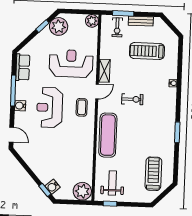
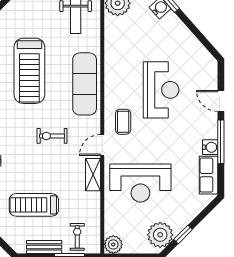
treadmill: (147, 51) -> (34, 205), turned 180
water cooler: (20, 106) -> (210, 147), moved
reception desk: (50, 107) -> (161, 90), moved
door: (11, 135) -> (221, 101), moved
treadmill: (153, 174) -> (29, 71), moved, width x1.37, depth x1.38

